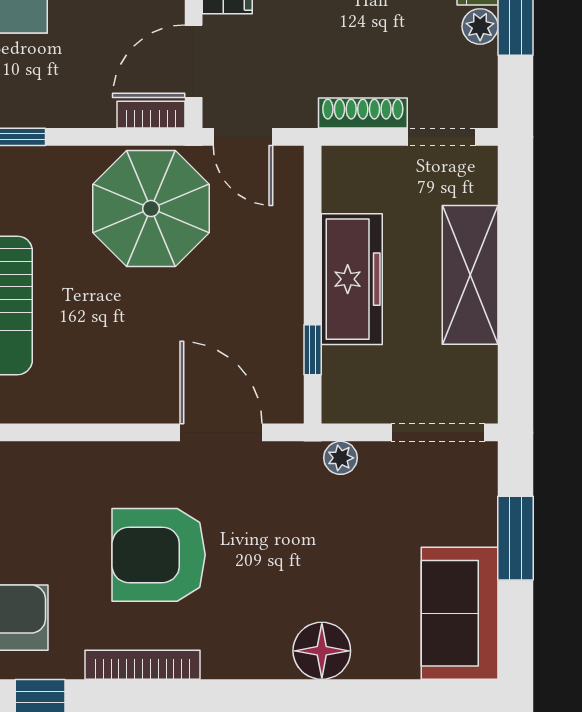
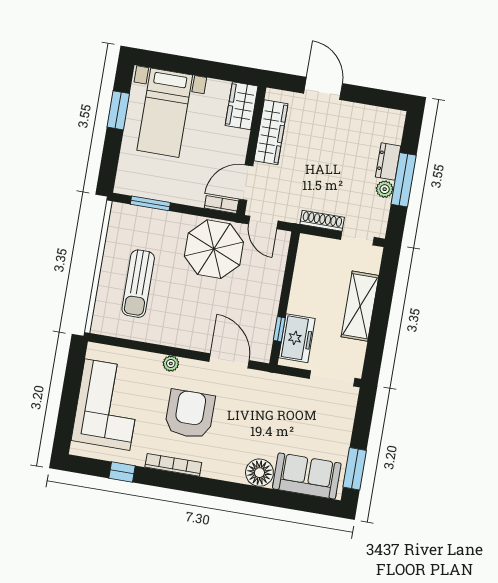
freezer: (352, 279) -> (297, 338), moved, width x0.71
plant: (341, 458) -> (171, 363), moved
window: (516, 538) -> (355, 469), moved
armchair: (159, 555) -> (190, 414), turned 90
sofa: (460, 613) -> (307, 476), moved, turned 90

